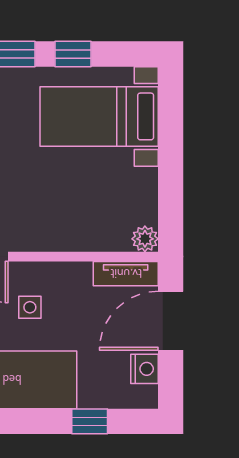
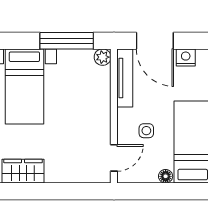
window: (171, 183) -> (67, 41), added
tv unit: (126, 274) -> (125, 78), width x1.41

